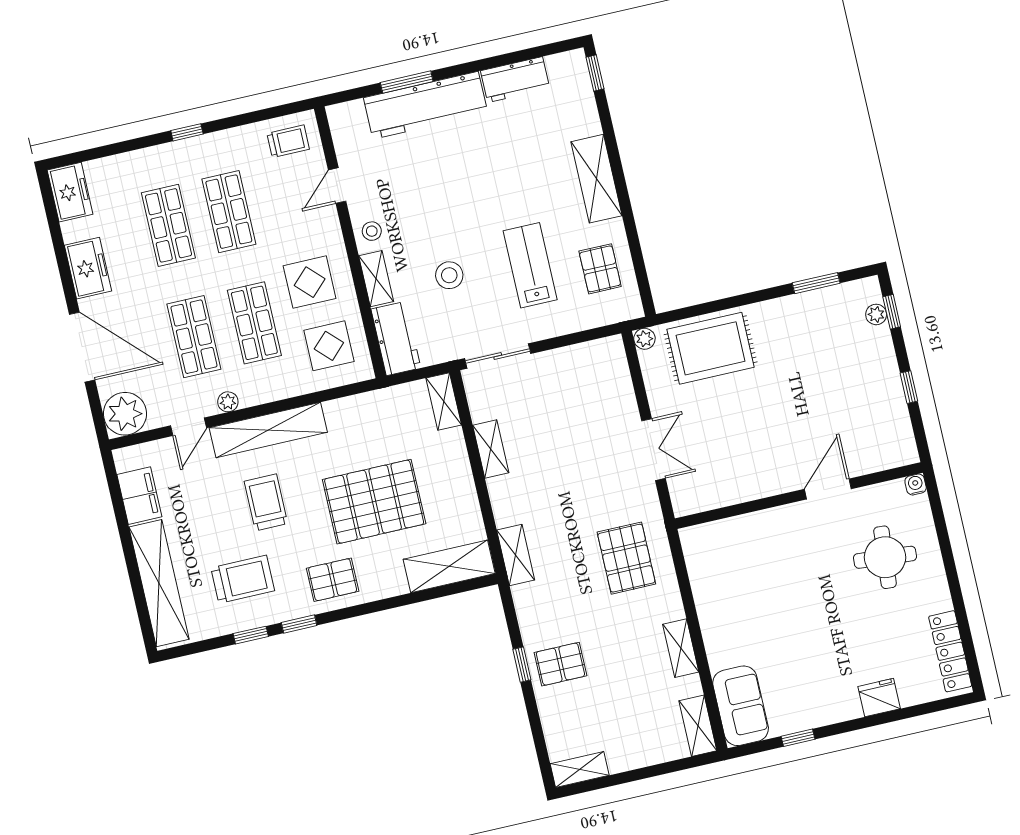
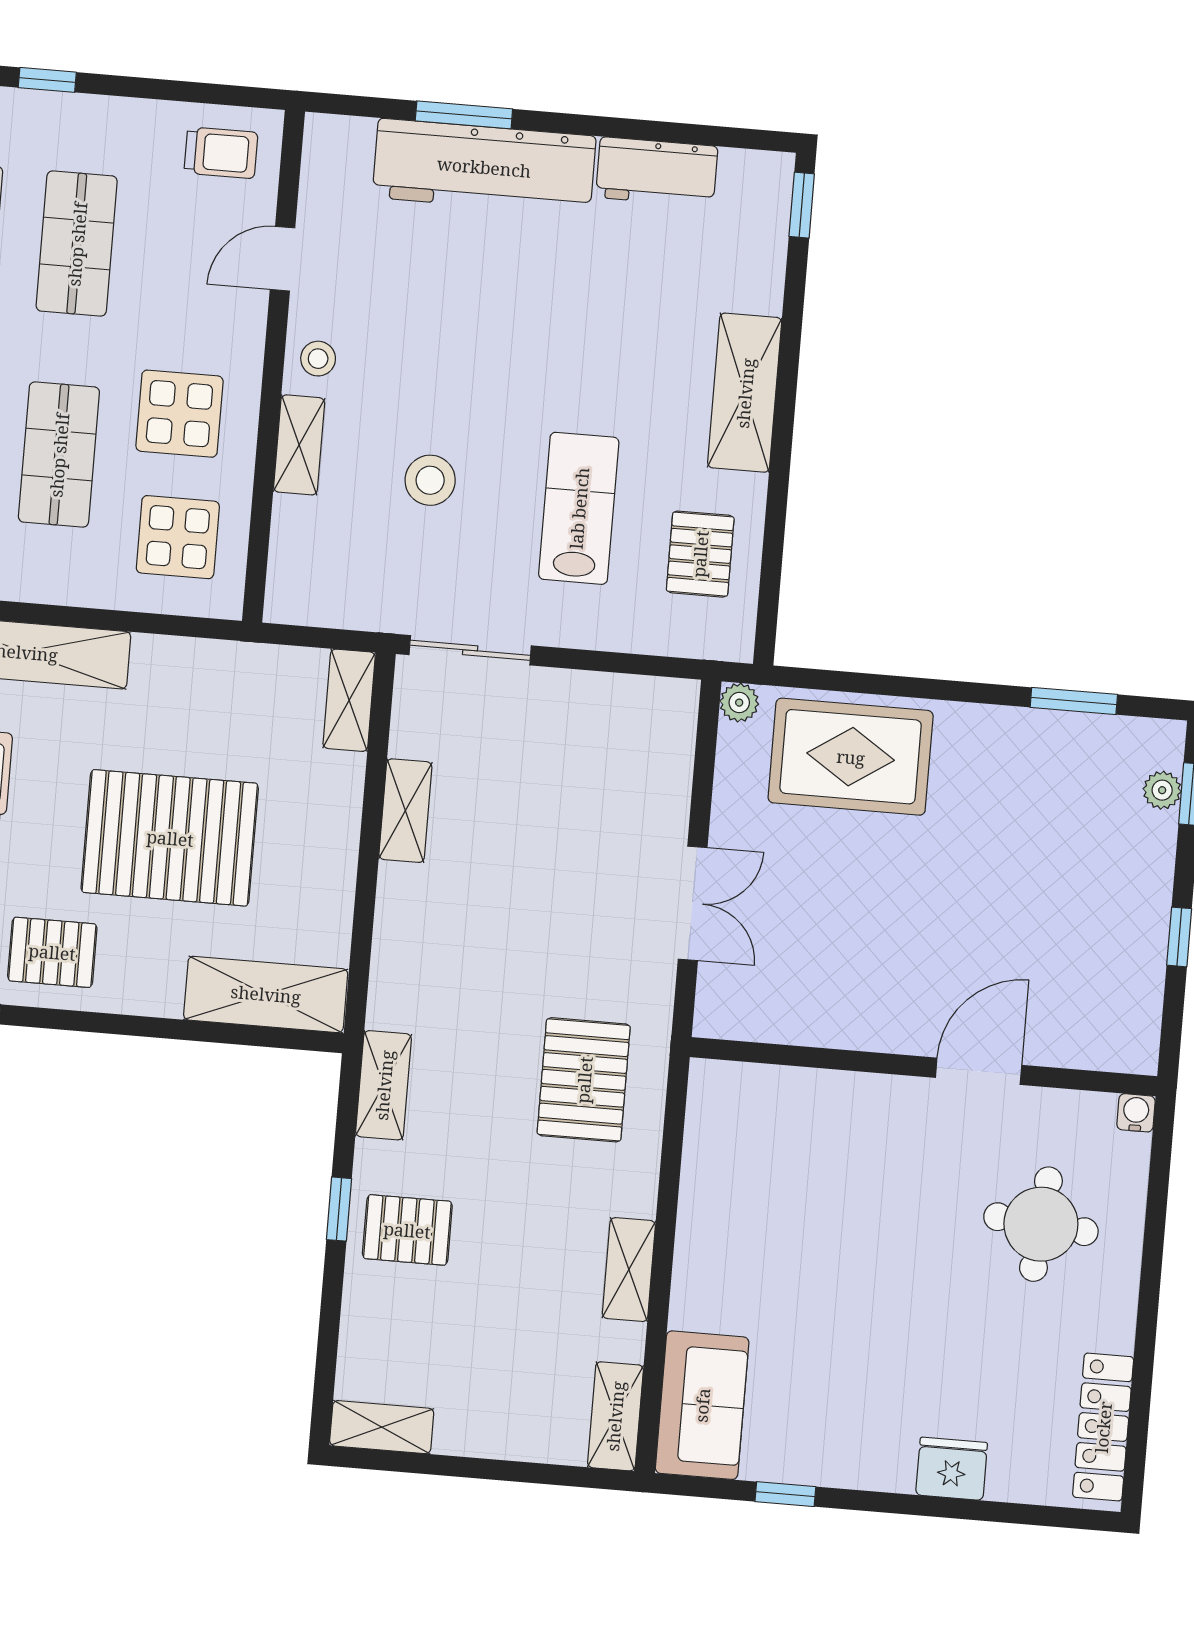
workbench: (396, 338) -> (300, 562), removed
shelving: (516, 555) -> (384, 1085), moved

